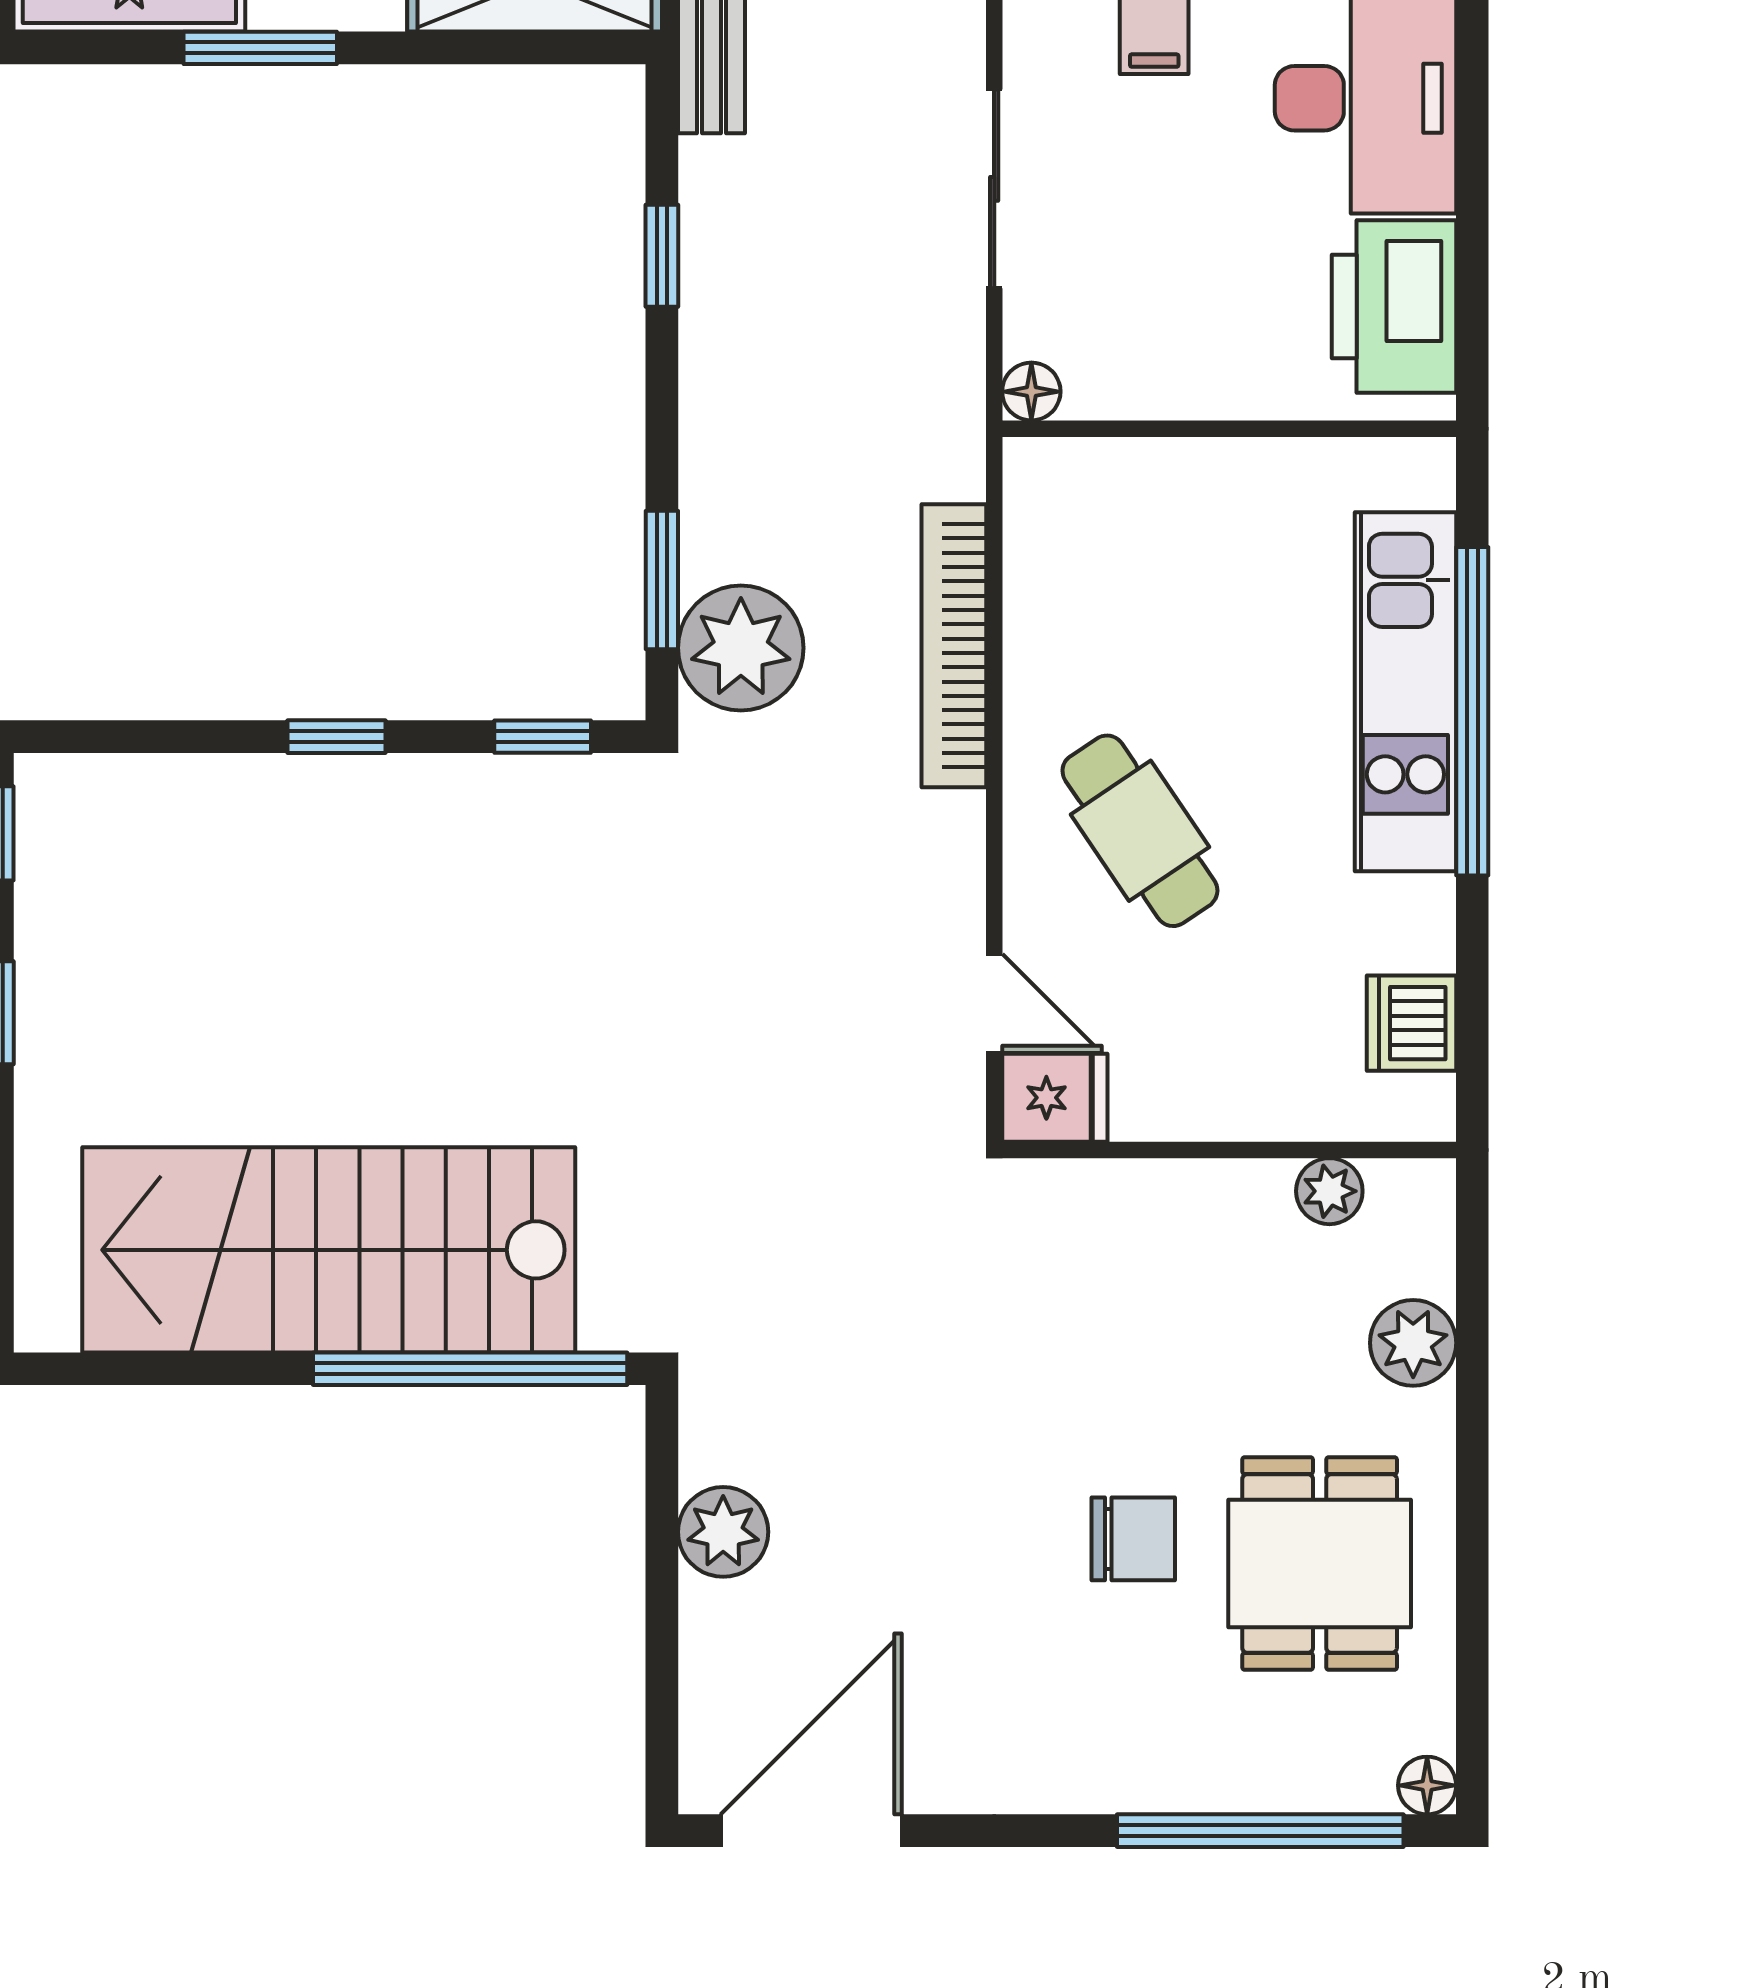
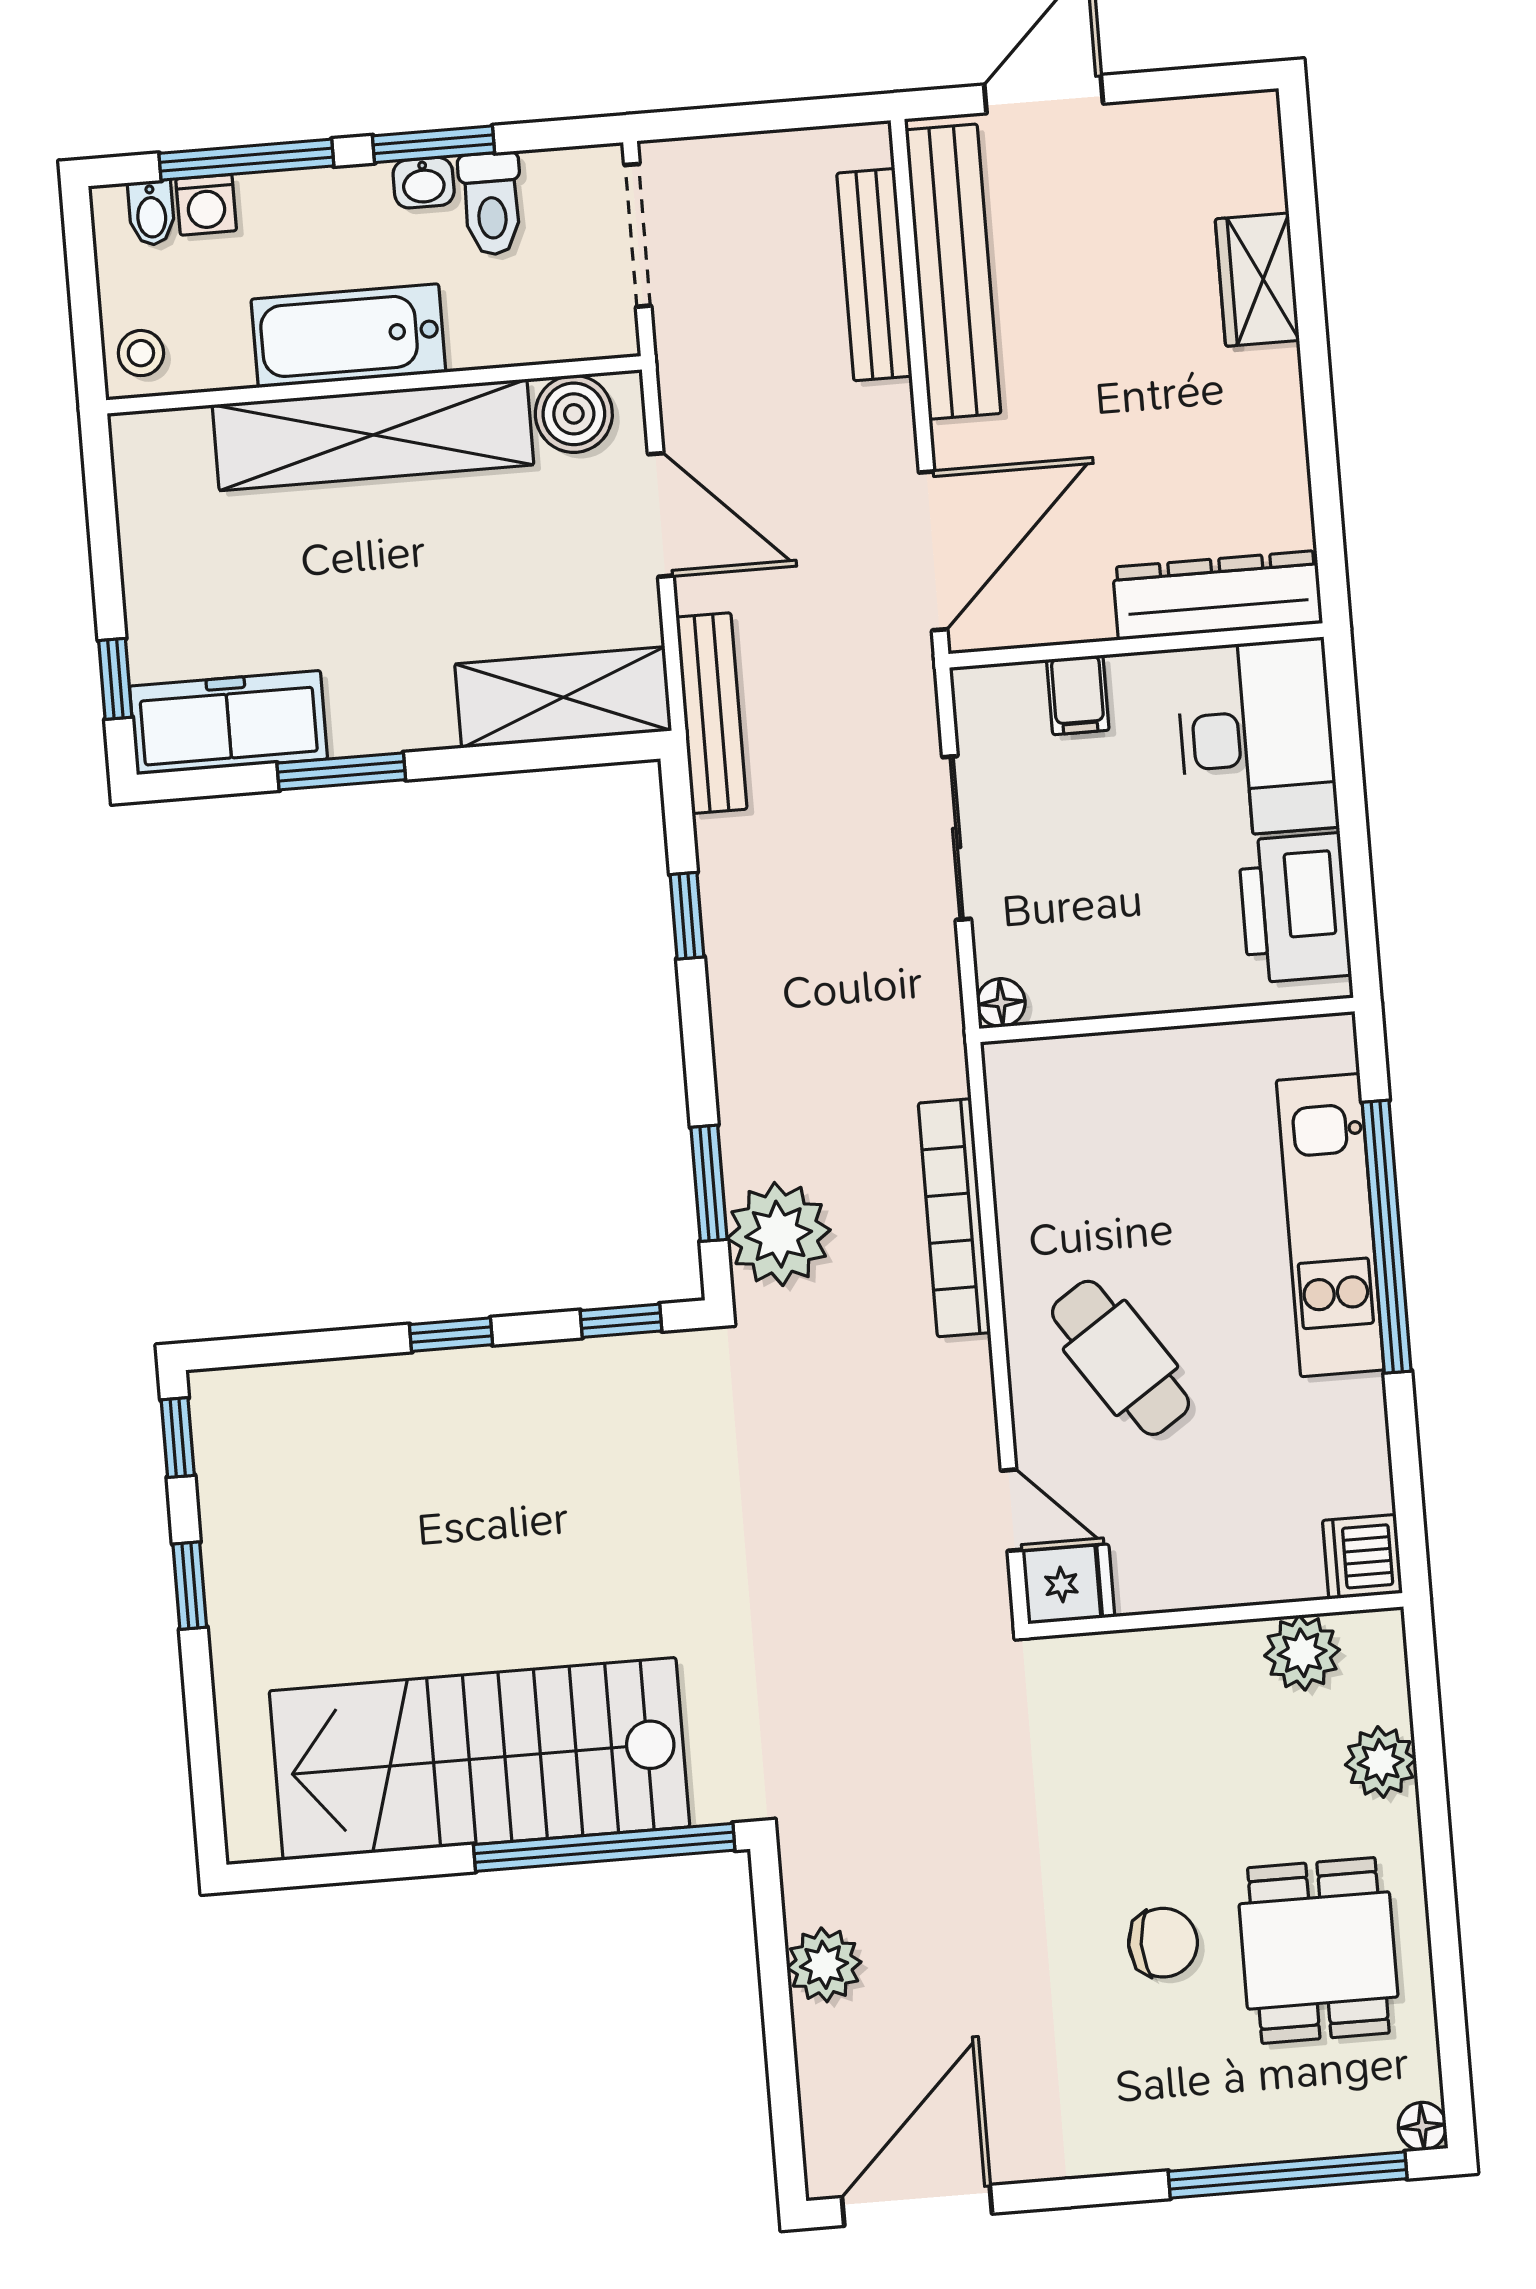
dishwasher: (1411, 1023) -> (1362, 1557), moved
plant: (1329, 1191) -> (1302, 1653), width x1.38, depth x1.38

